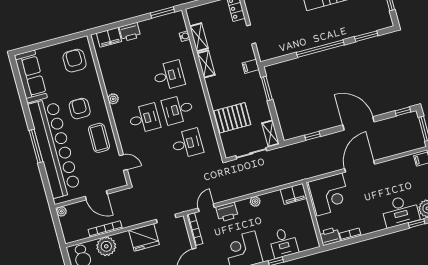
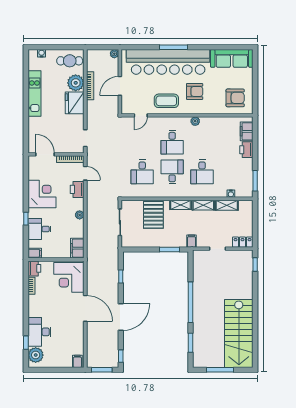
shelving: (270, 134) -> (181, 205), moved
fridge: (144, 237) -> (75, 103), moved
filing cabinet: (312, 241) -> (35, 253), added

